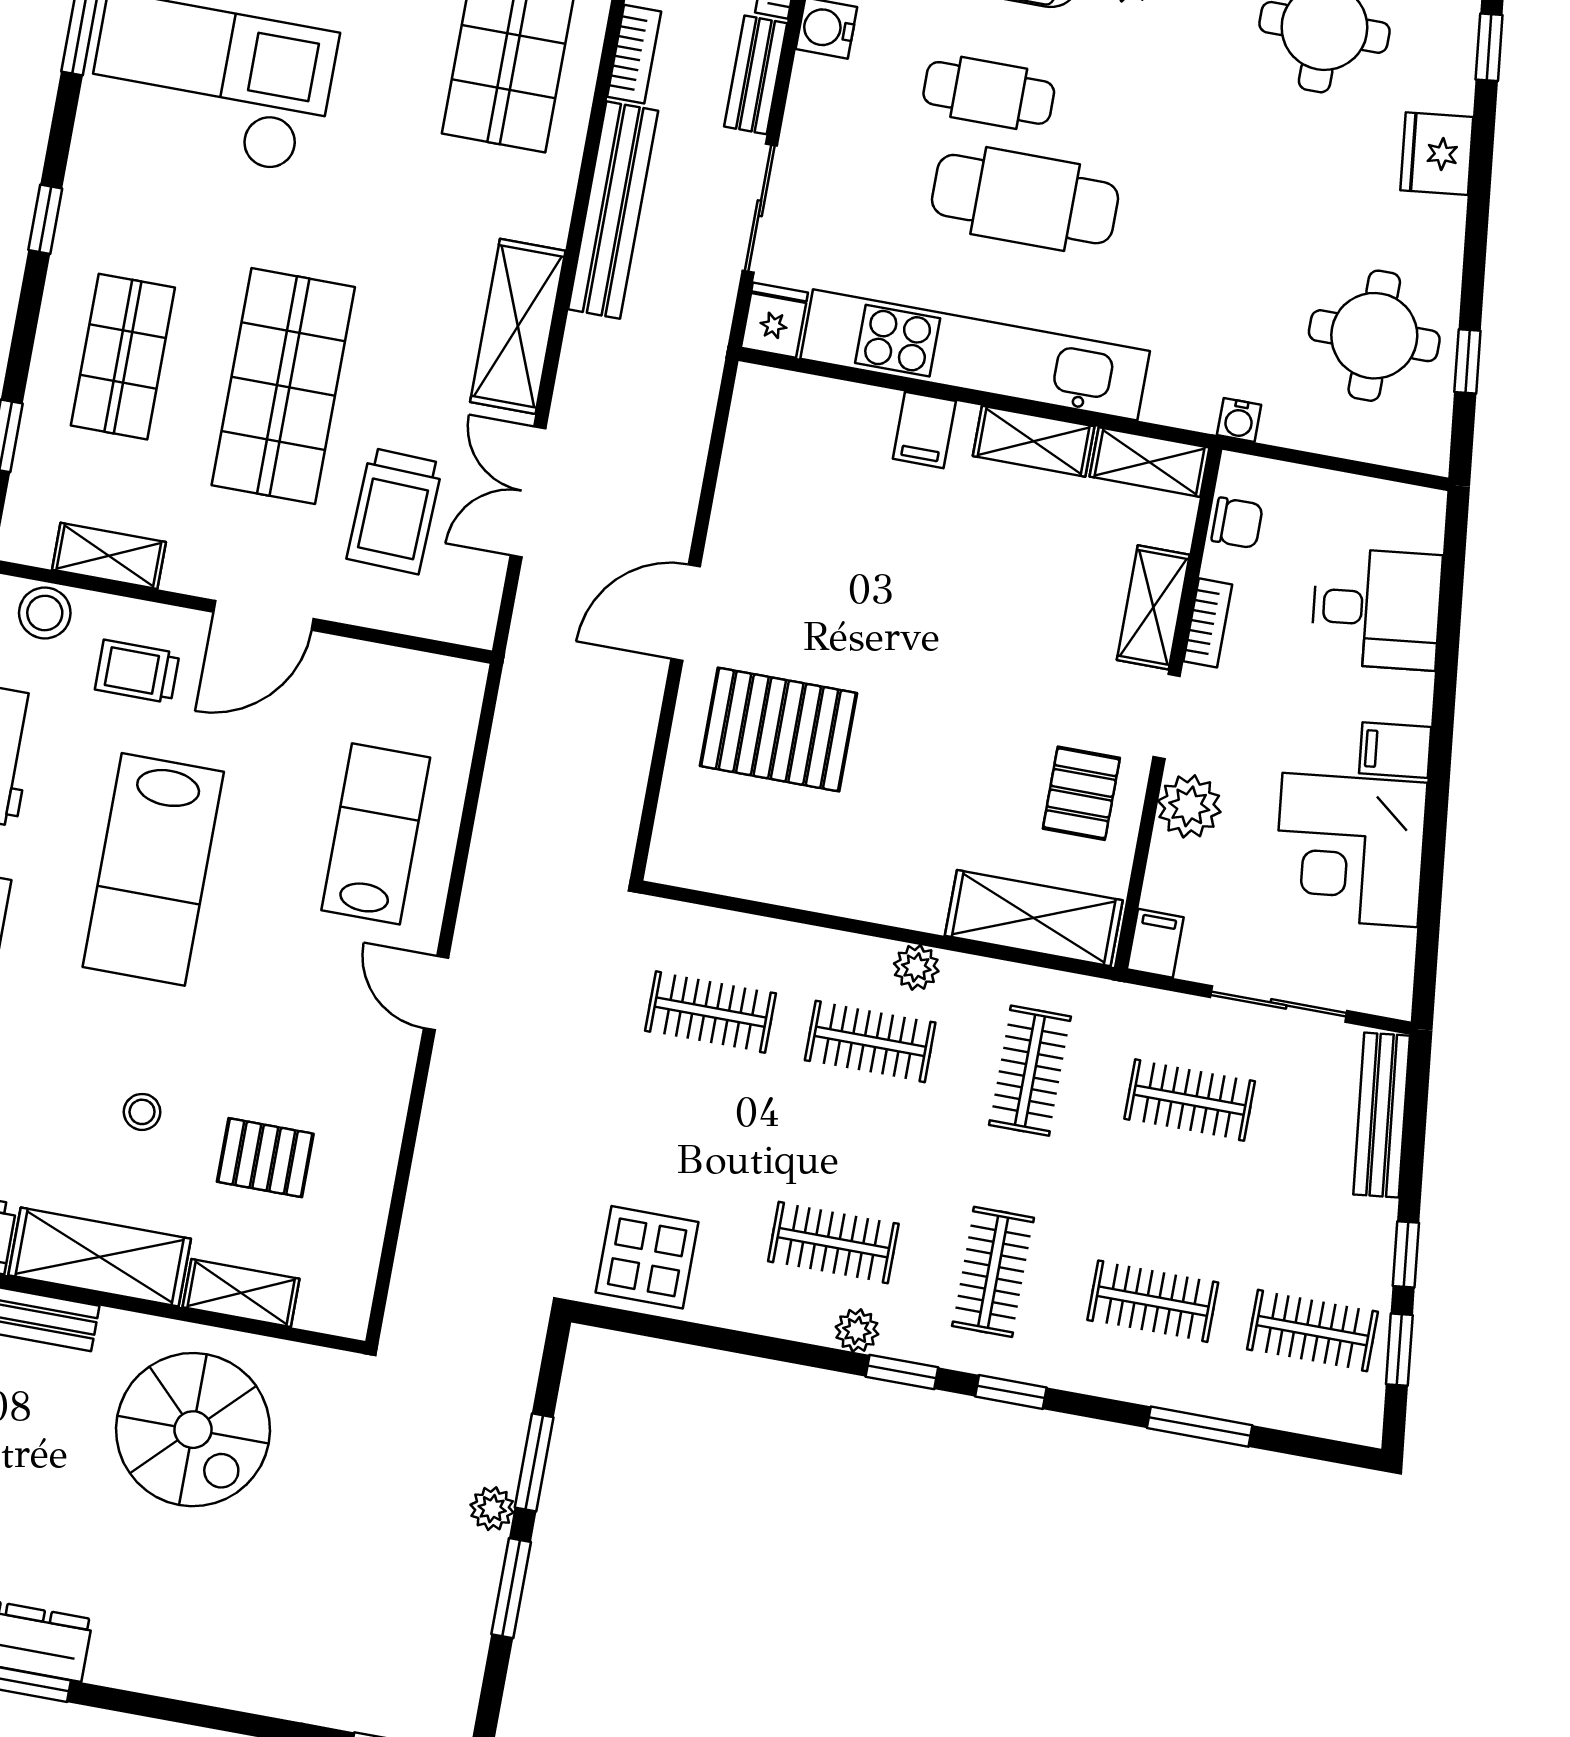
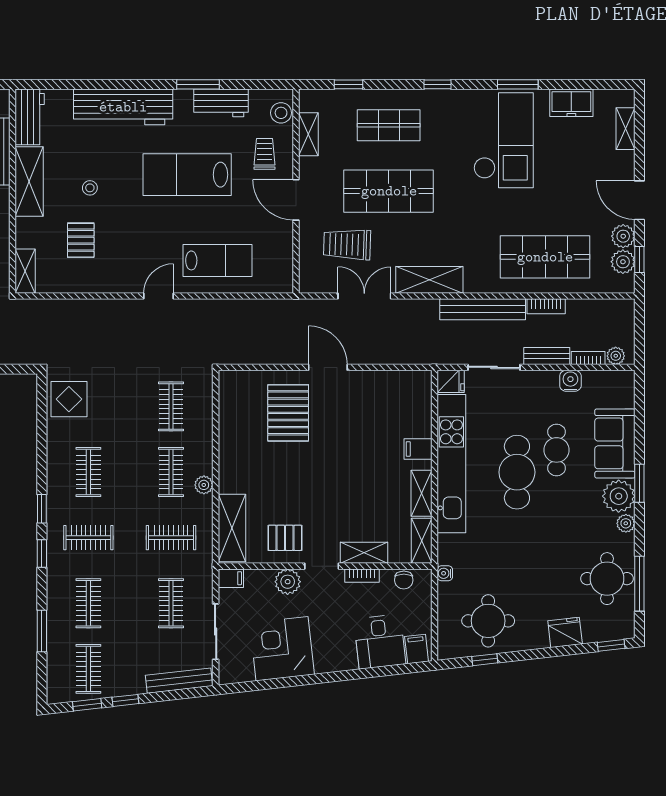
filing cabinet: (1395, 750) -> (417, 649), moved
shelving: (241, 1293) -> (25, 271), moved
plant: (857, 1330) -> (55, 488), removed

